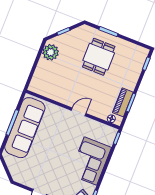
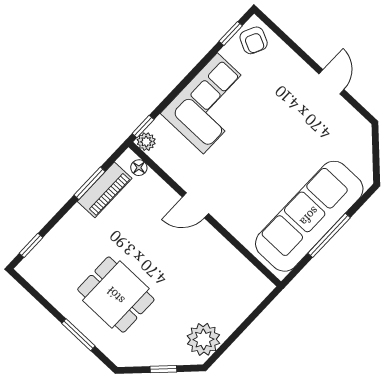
dining table: (99, 57) -> (116, 295), turned 90
plant: (113, 132) -> (146, 142), added

